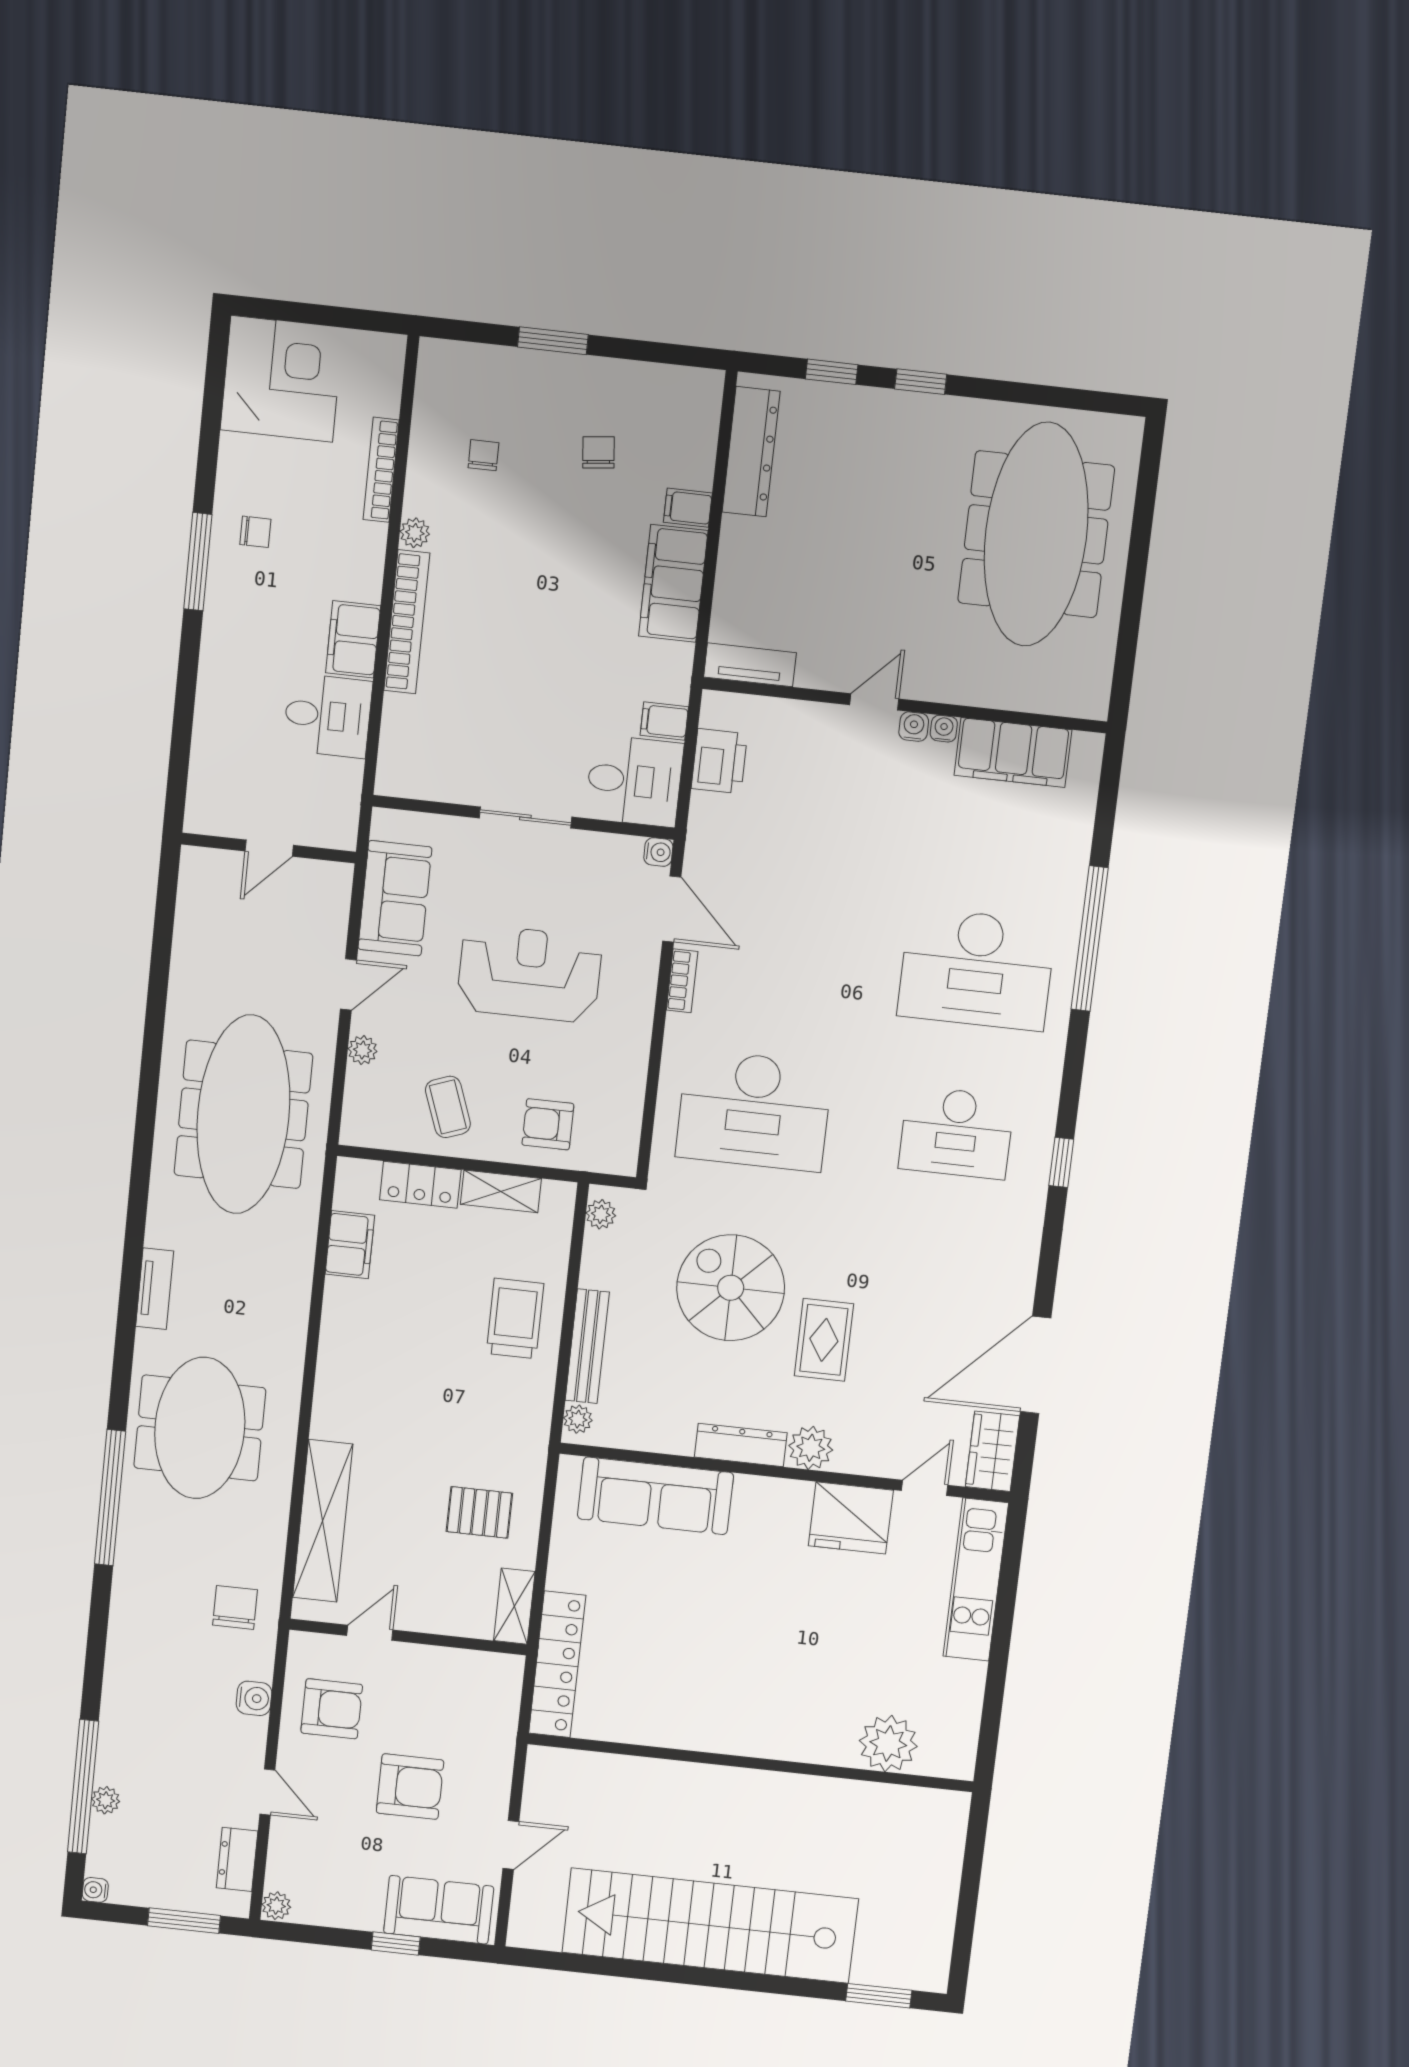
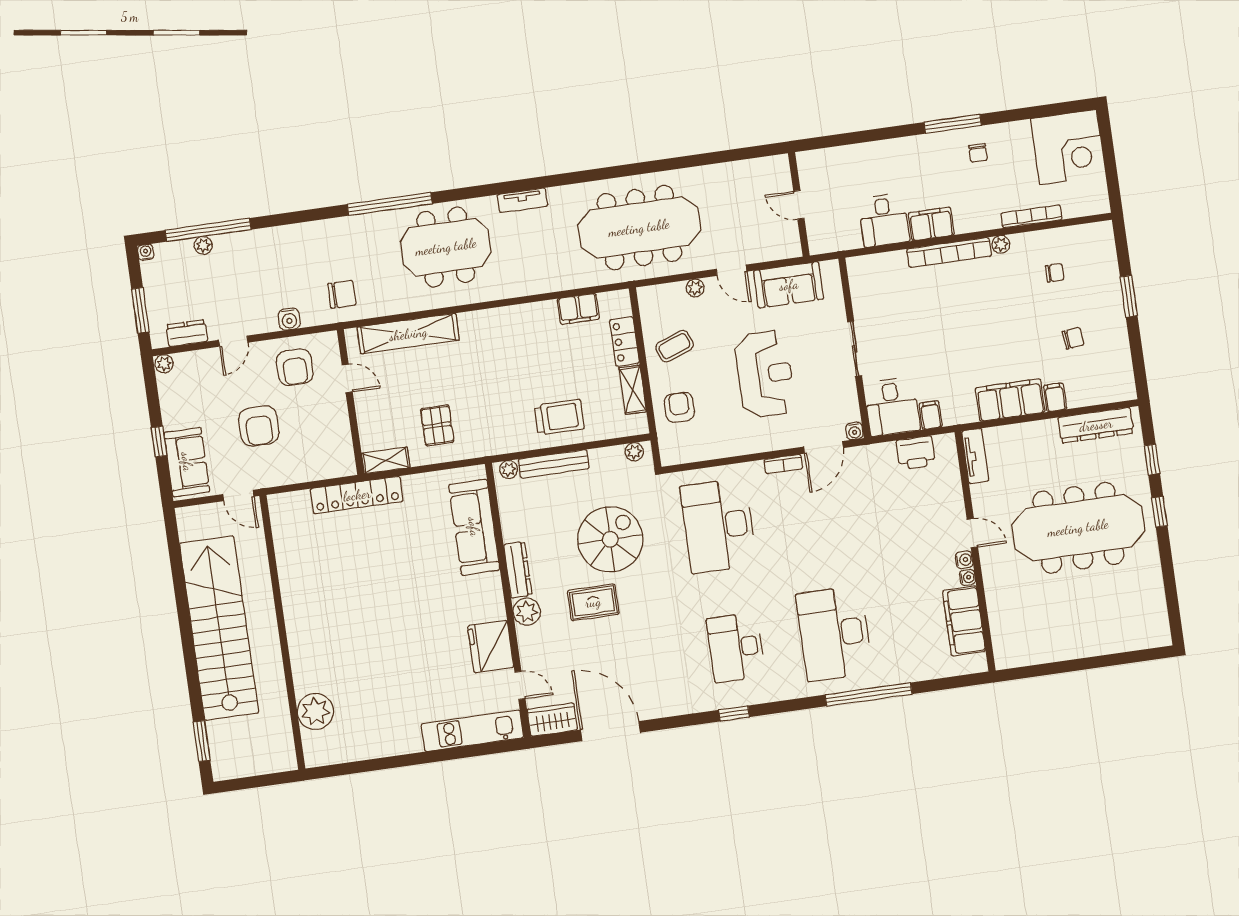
meeting table: (1036, 534) -> (1078, 528), moved
plant: (888, 1744) -> (315, 712), moved
wall: (751, 1763) -> (282, 632), moved

